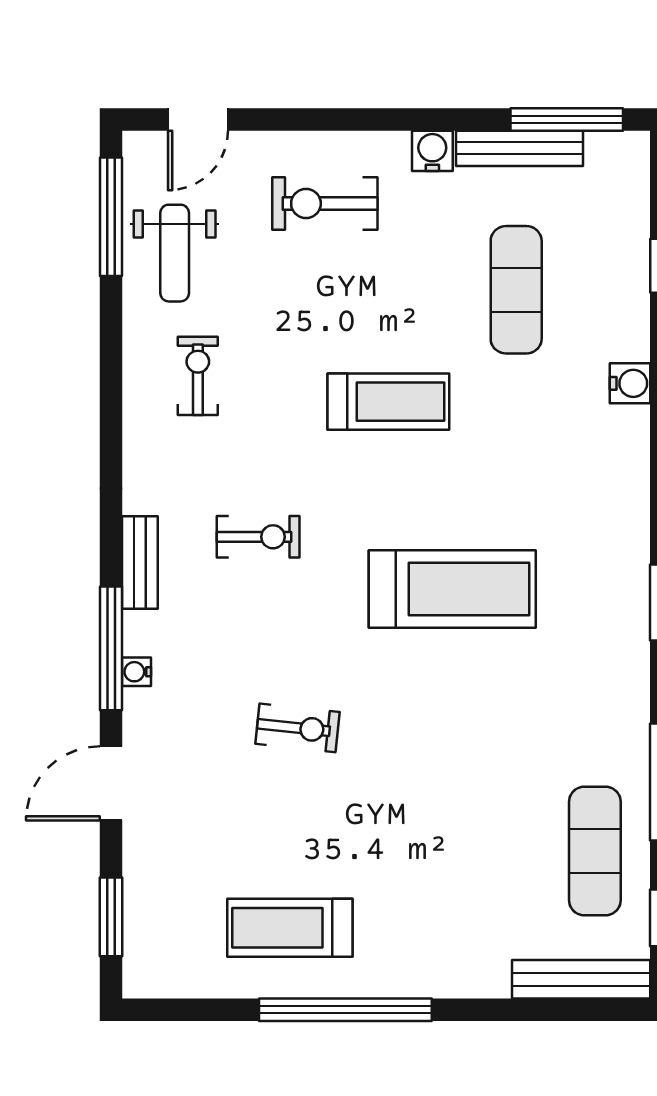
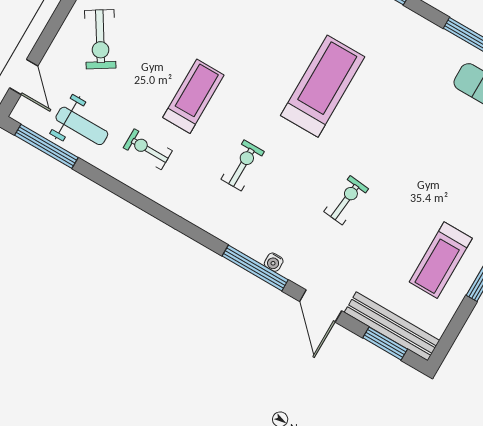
exercise bike: (325, 203) -> (100, 39), turned -32
treadmill: (388, 402) -> (193, 96), moved
bench: (140, 563) -> (392, 326), moved, width x1.86, depth x1.21

